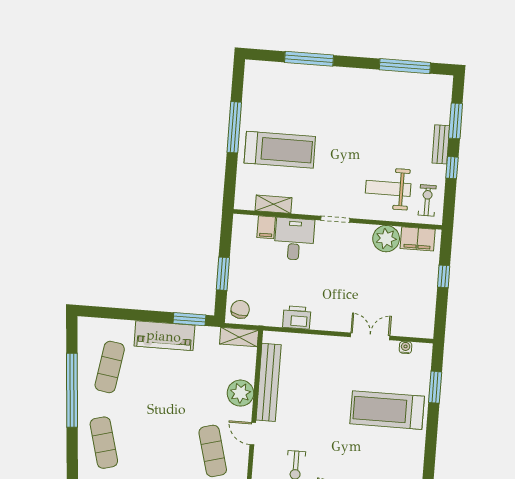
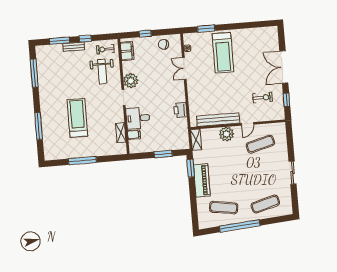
treadmill: (280, 150) -> (77, 118), moved
plant: (386, 239) -> (131, 81), moved
chair: (240, 309) -> (163, 44), moved

